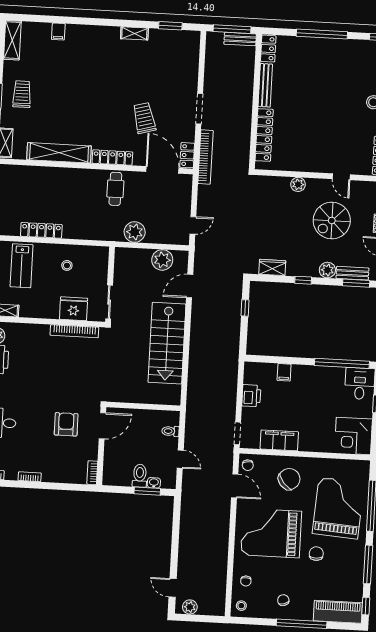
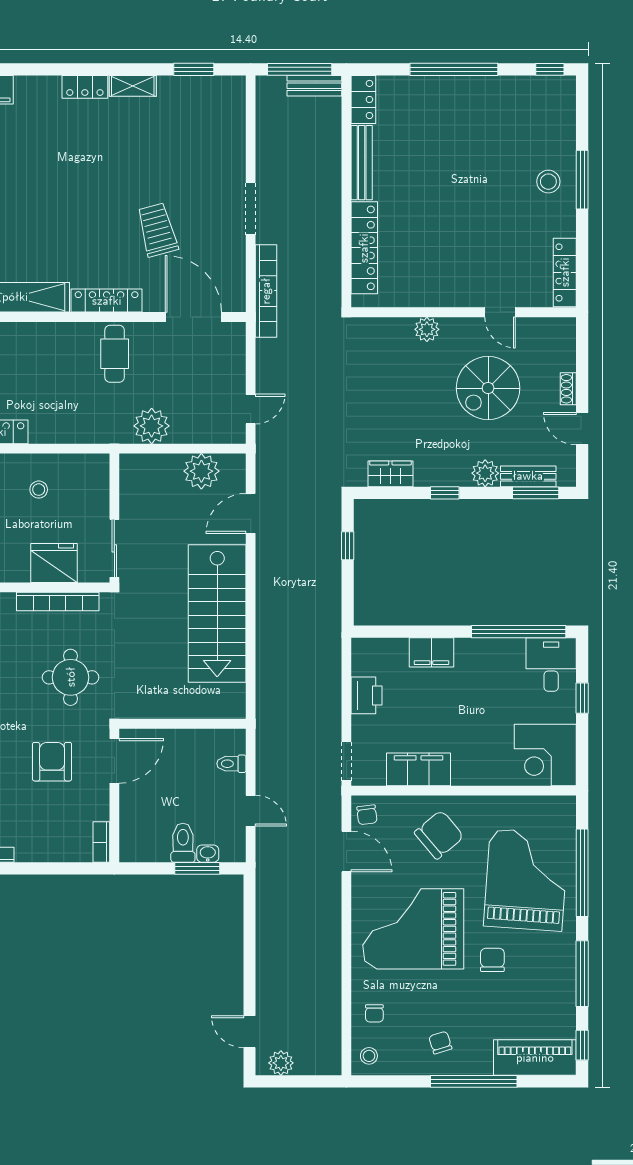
locker: (187, 155) -> (85, 87), moved, turned -90
filing cabinet: (284, 372) -> (431, 652), width x2.00
round table: (80, 376) -> (71, 677), added

